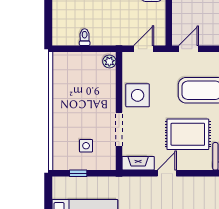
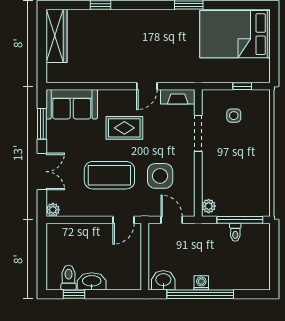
window: (80, 49) -> (240, 220), added
door: (144, 49) -> (172, 220), swing flipped
side table: (138, 95) -> (160, 176), moved
rug: (188, 134) -> (124, 128), width x0.73, depth x0.70

